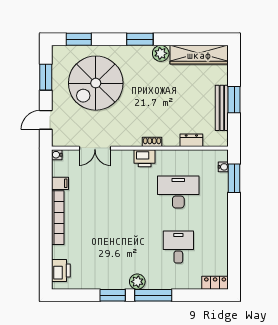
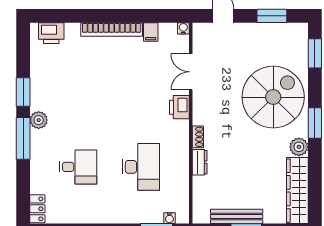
spiral stairs: (96, 83) -> (273, 97), moved, turned 90
dresser: (191, 140) -> (200, 162), moved
printer: (145, 158) -> (179, 107), moved

